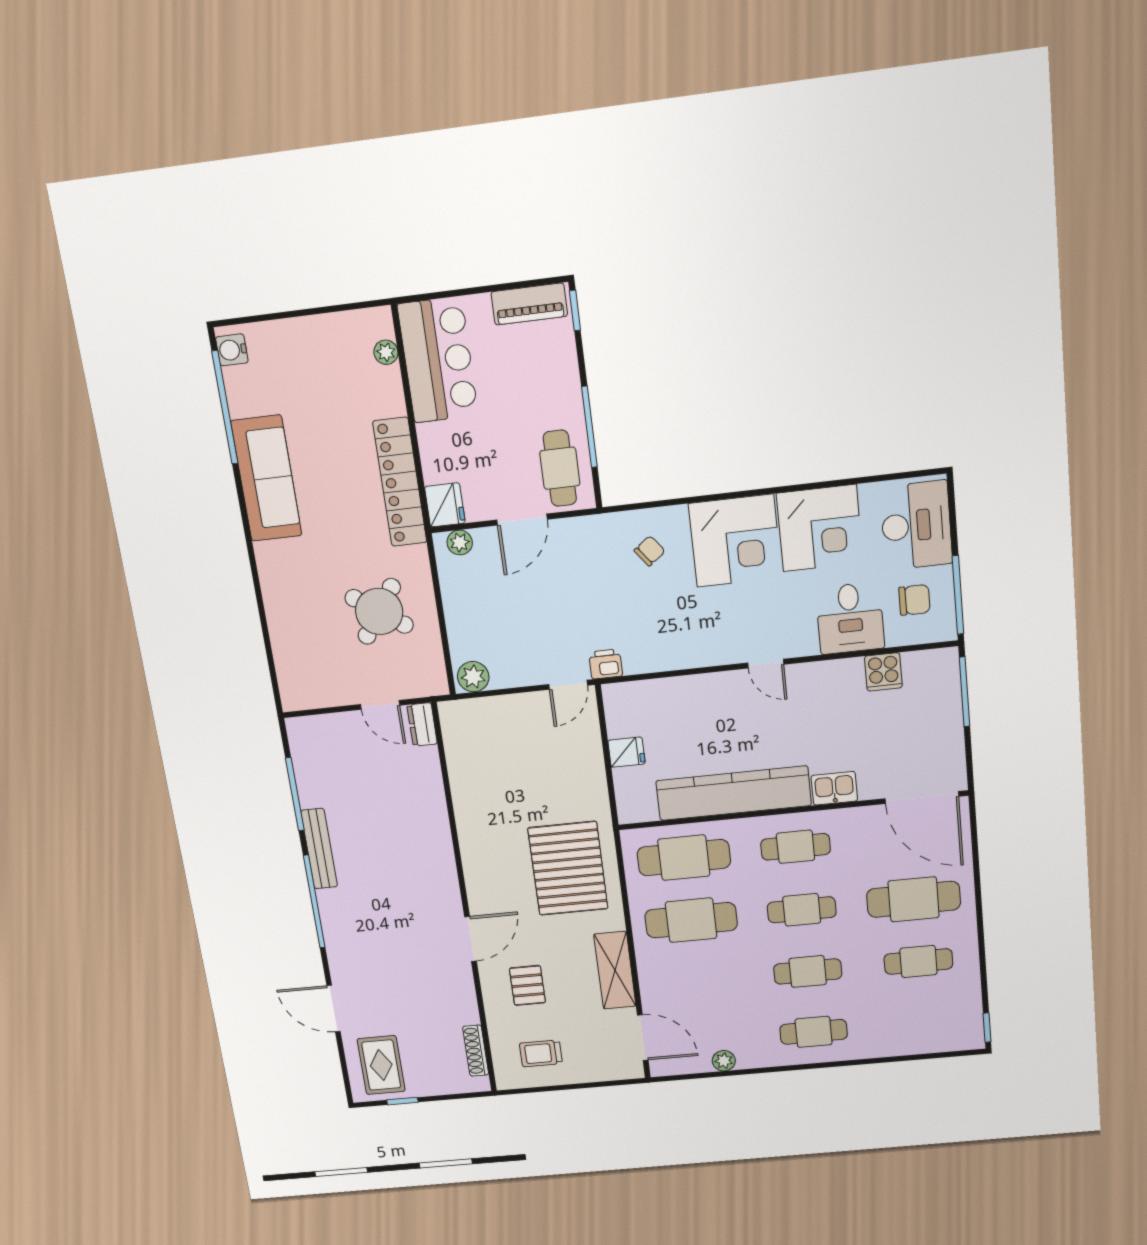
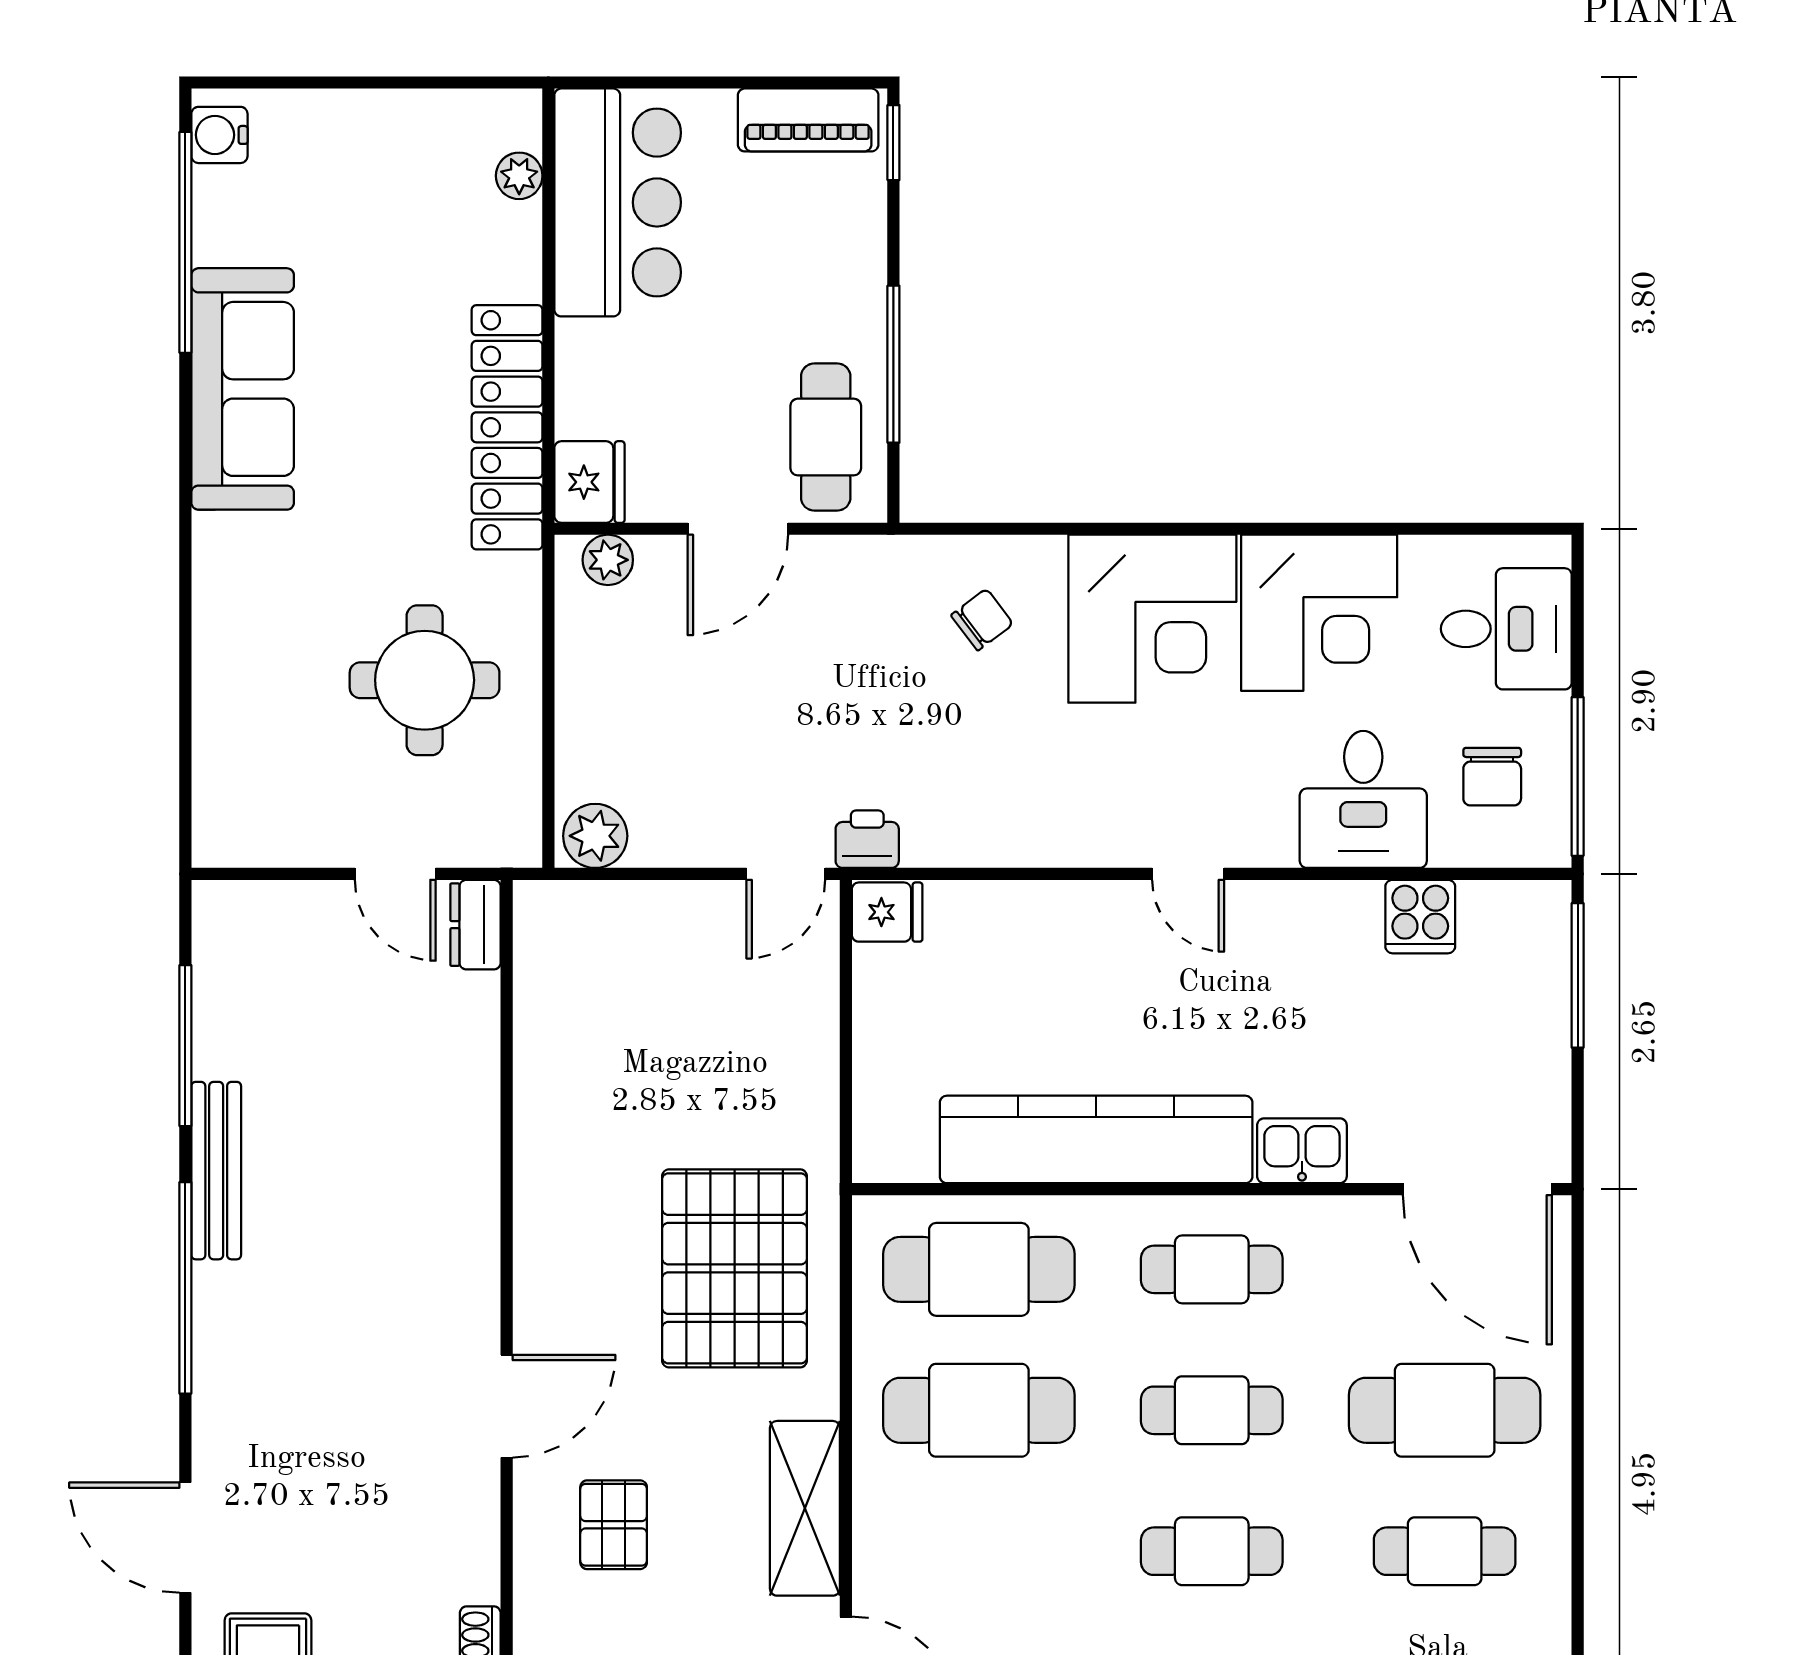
desk: (916, 525) -> (1506, 629), width x0.73
chair: (914, 600) -> (1492, 777), turned 90
round table: (379, 611) -> (425, 680), turned -35
fridge: (626, 752) -> (887, 912), moved

